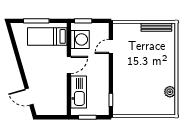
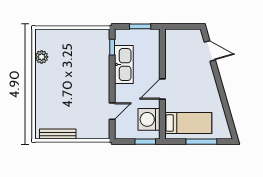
kitchen sink: (79, 92) -> (124, 65), moved, turned 180

